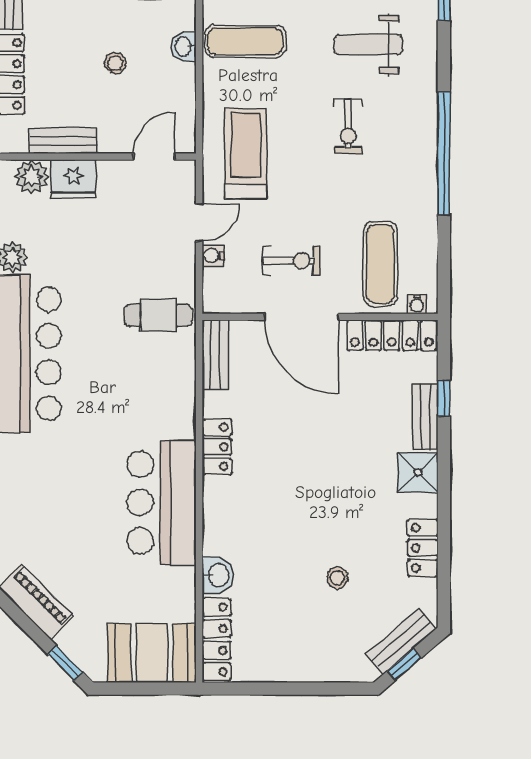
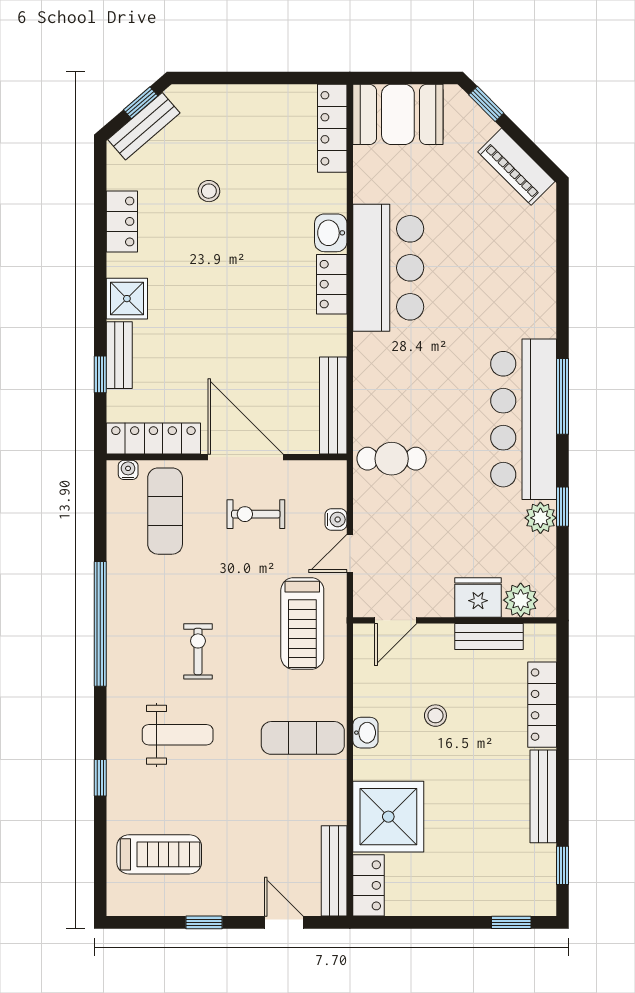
bench: (216, 355) -> (333, 405), width x1.36
locker: (217, 447) -> (332, 284), moved
washbasin: (218, 575) -> (331, 233), moved

